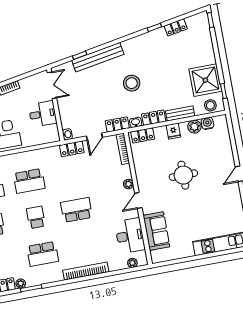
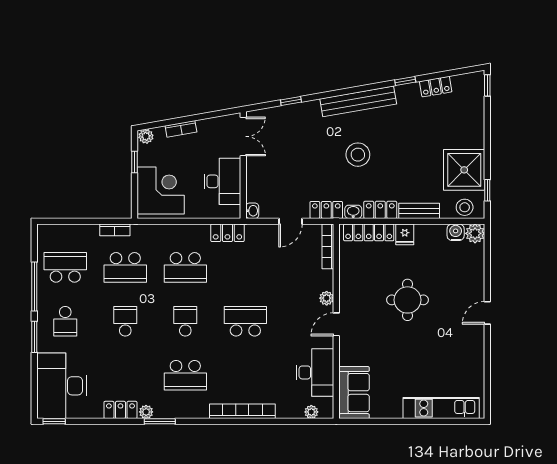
bench: (98, 57) -> (358, 101), moved
desk: (43, 114) -> (222, 181), width x1.37
plant: (194, 127) -> (475, 233), moved
locker: (143, 135) -> (369, 232), width x1.53
locker: (72, 149) -> (227, 233), moved
sofa: (156, 231) -> (354, 393), moved

